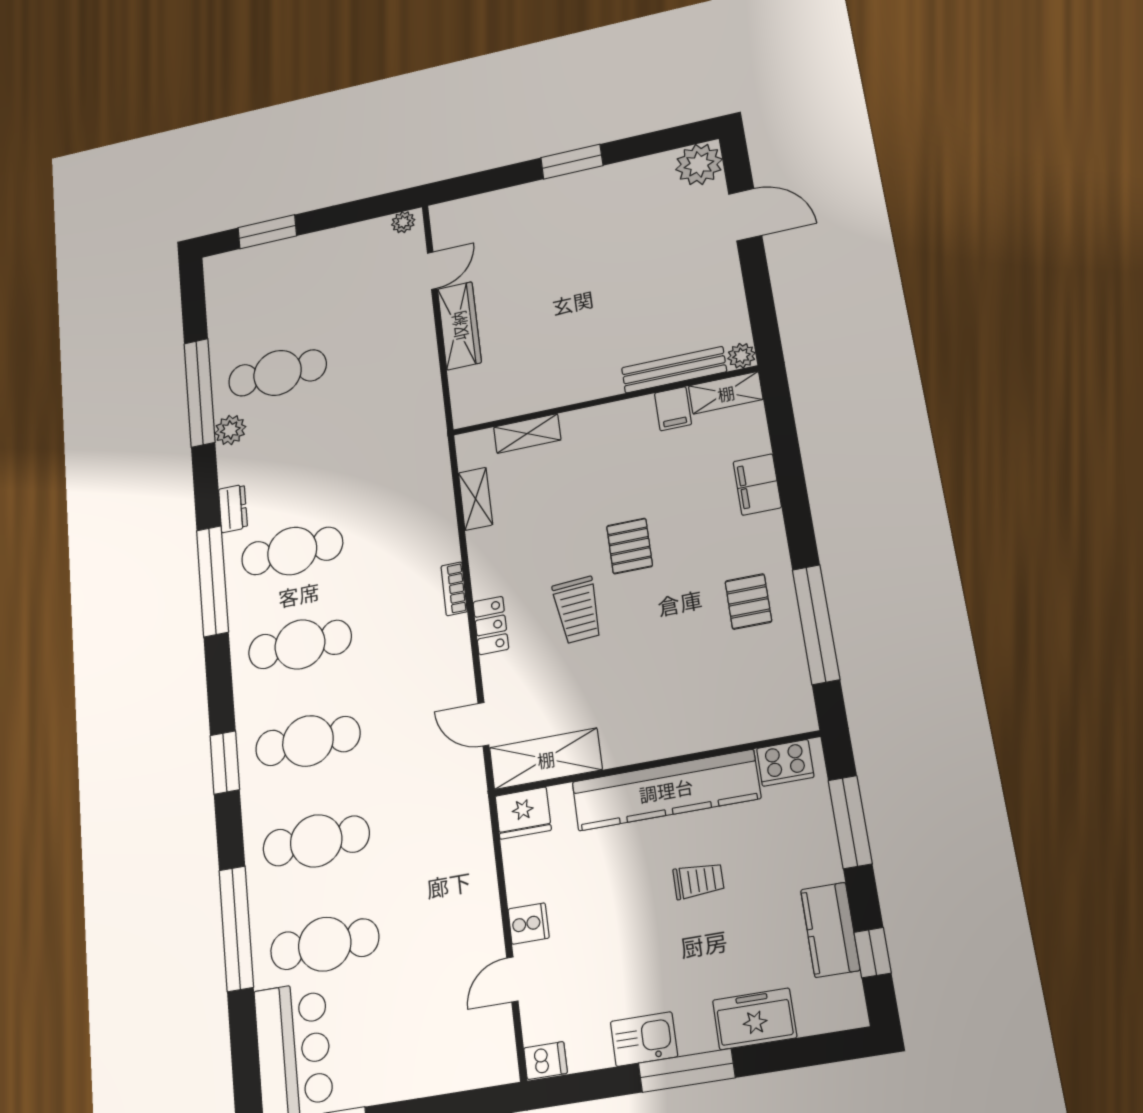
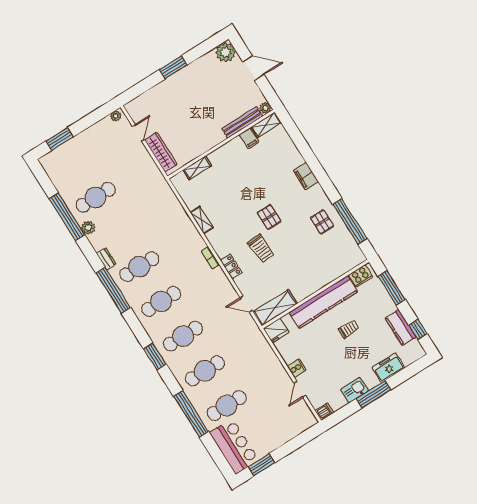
plant: (741, 356) -> (265, 108), moved
bench: (674, 370) -> (242, 122), moved
shelving: (726, 393) -> (266, 125), moved
wall: (604, 401) -> (221, 144), moved
filing cabinet: (673, 409) -> (249, 138), moved
shelving: (527, 433) -> (197, 168), moved

